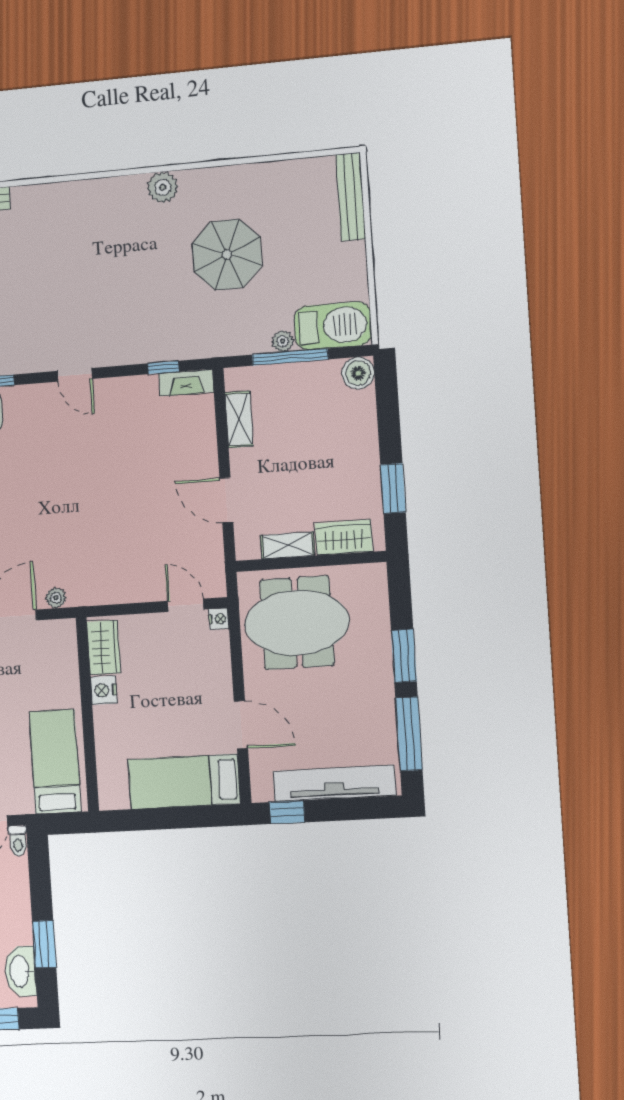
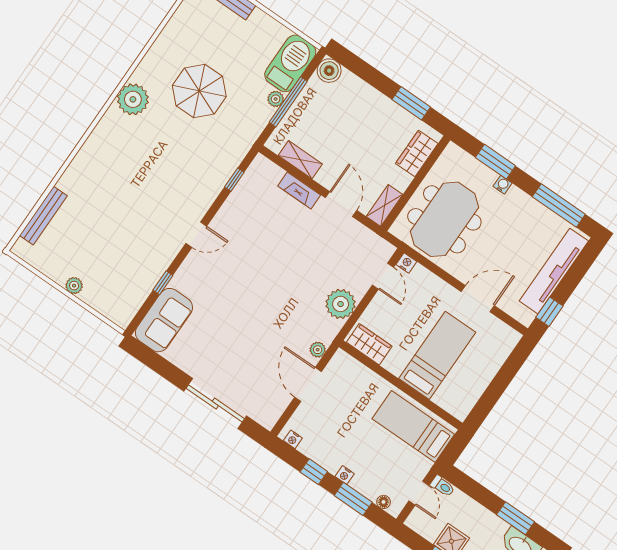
plant: (163, 187) -> (133, 99), width x1.36, depth x1.36
fireplace: (186, 383) -> (299, 190), moved, turned 90
door: (226, 500) -> (341, 204), swing flipped
shelving: (288, 545) -> (384, 205), moved
plant: (122, 584) -> (341, 304), added
door: (186, 605) -> (383, 276), swing flipped
water cooler: (383, 656) -> (503, 185), added
window: (404, 656) -> (495, 162), moved
nightstand: (104, 690) -> (394, 364), removed
bed: (184, 782) -> (437, 355), moved, turned 180

